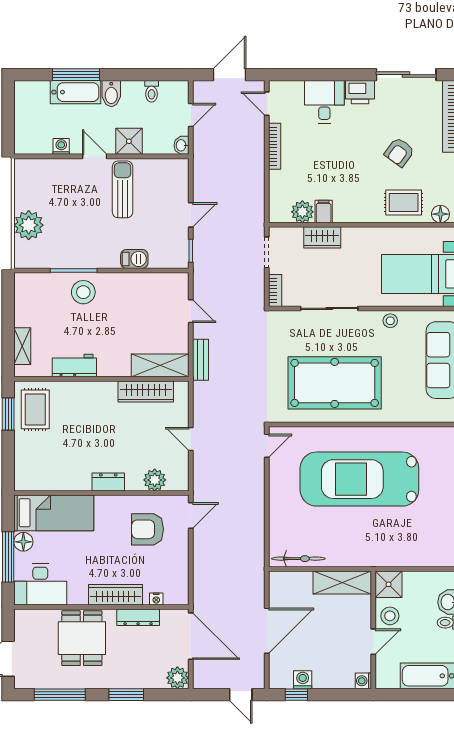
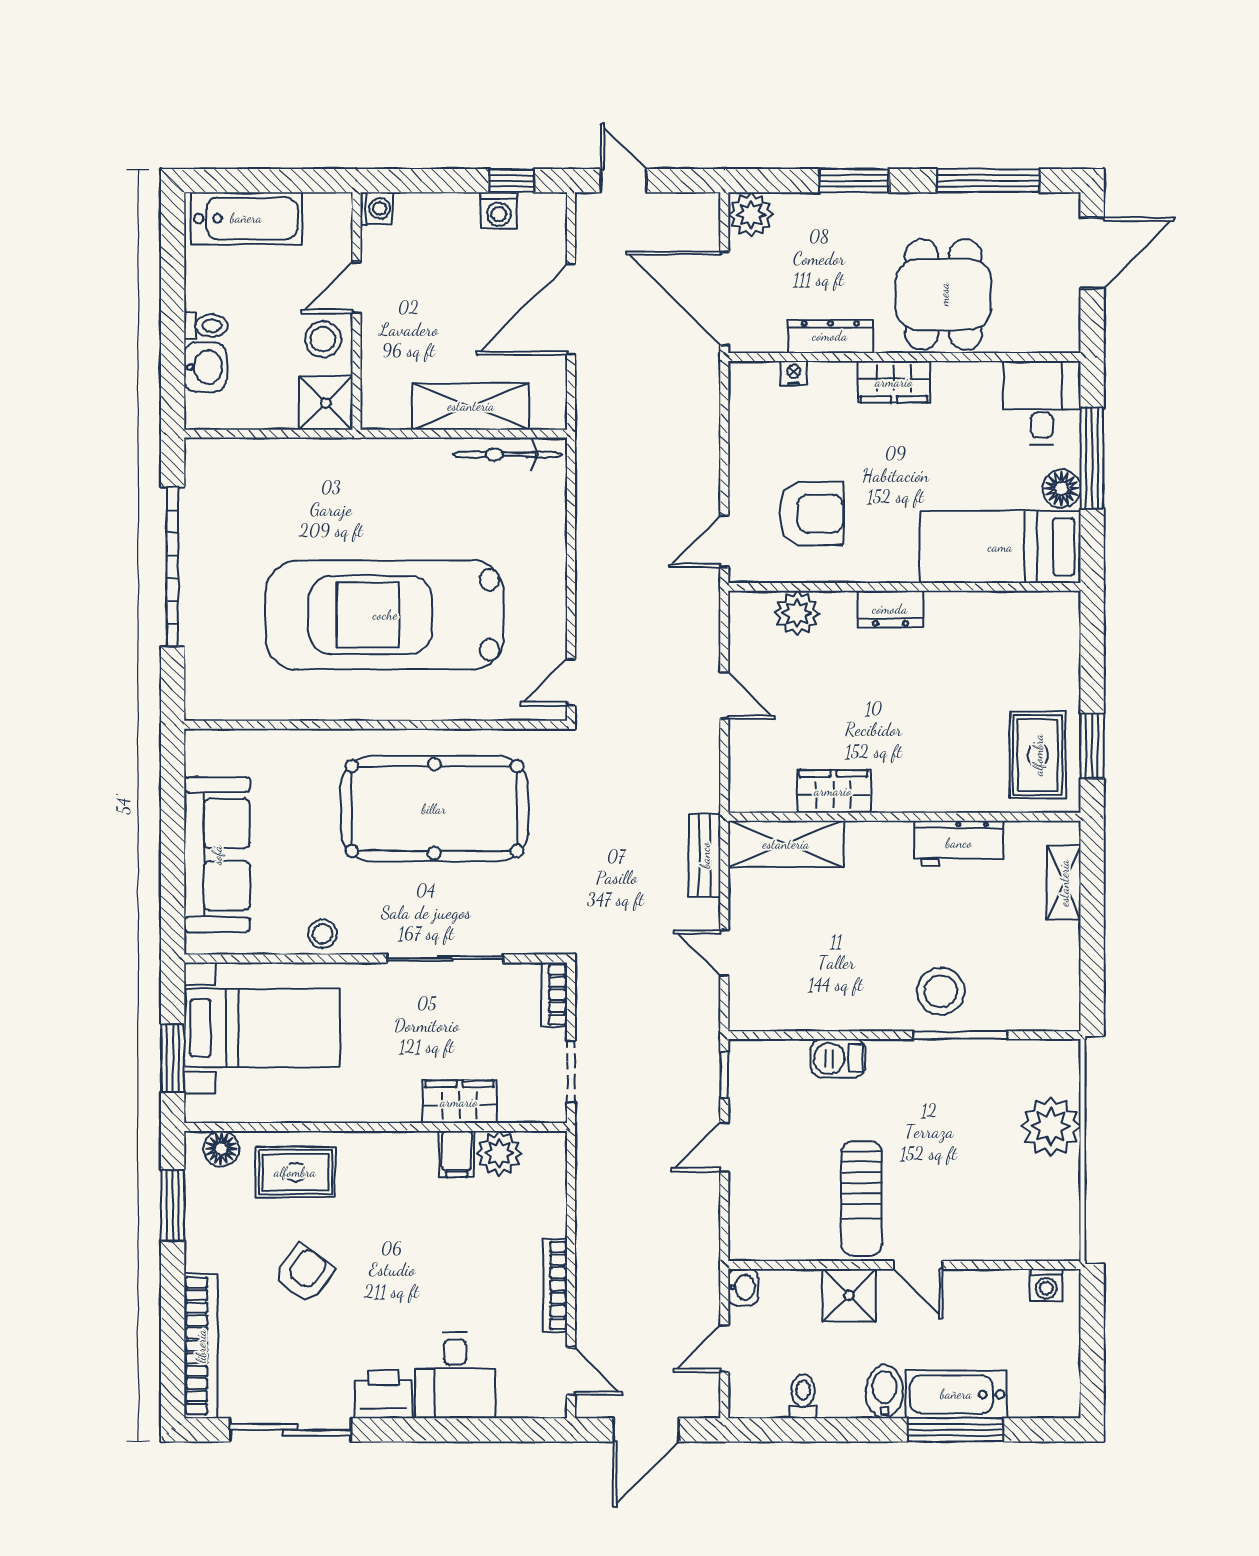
washing machine: (61, 146) -> (1046, 1285), moved
wardrobe: (146, 391) -> (833, 791), width x0.67
car: (359, 479) -> (385, 615), turned 180
shelving: (342, 583) -> (471, 406), moved
desk: (40, 584) -> (1042, 403), width x0.73
wardrobe: (115, 595) -> (894, 382), width x0.67

